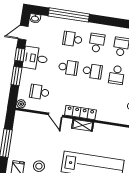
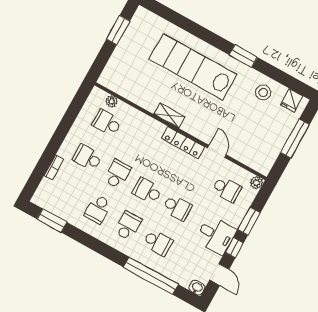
door: (23, 33) -> (219, 275), hinge flipped
school desk: (97, 43) -> (128, 226), turned 180
school desk: (68, 67) -> (177, 207), turned 180
shelving: (83, 125) -> (169, 115), moved

